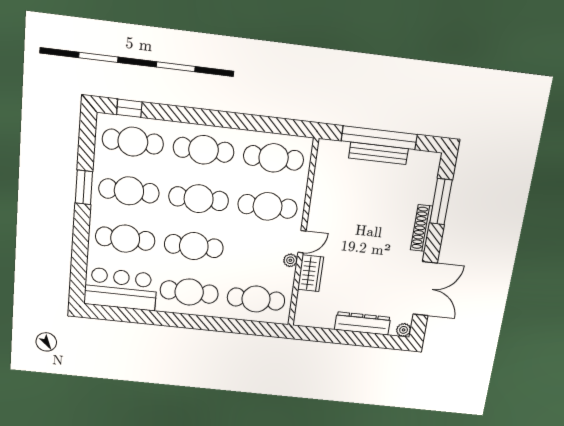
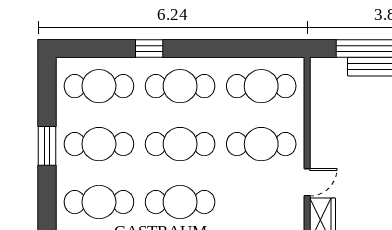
window: (129, 108) -> (149, 49), moved
plant: (290, 260) -> (296, 207), removed

